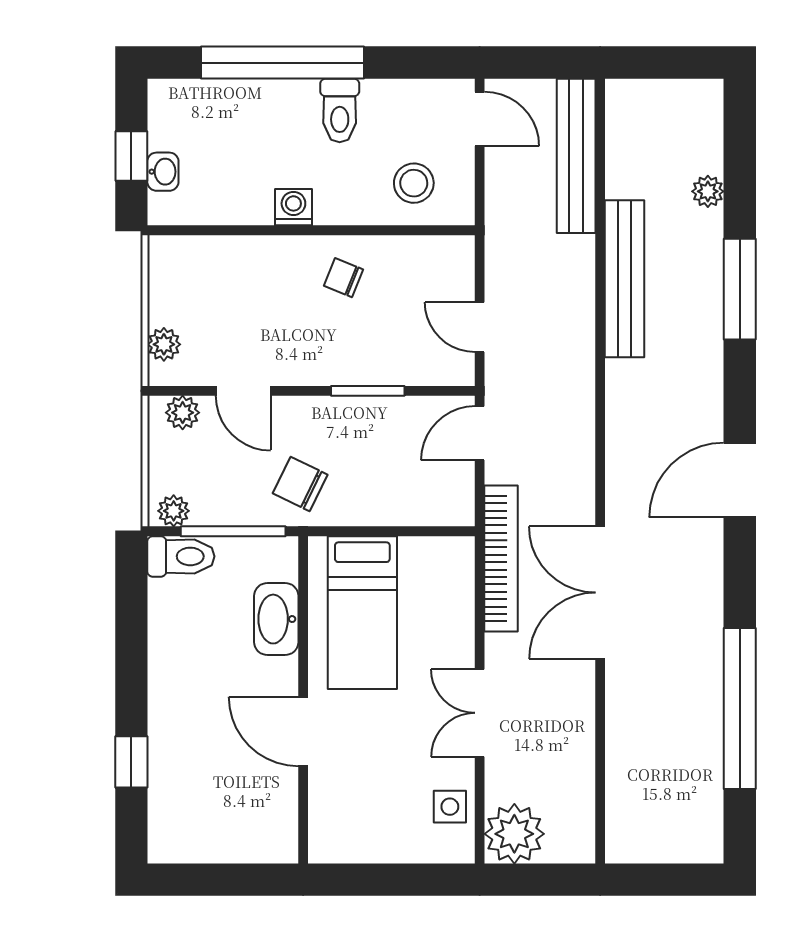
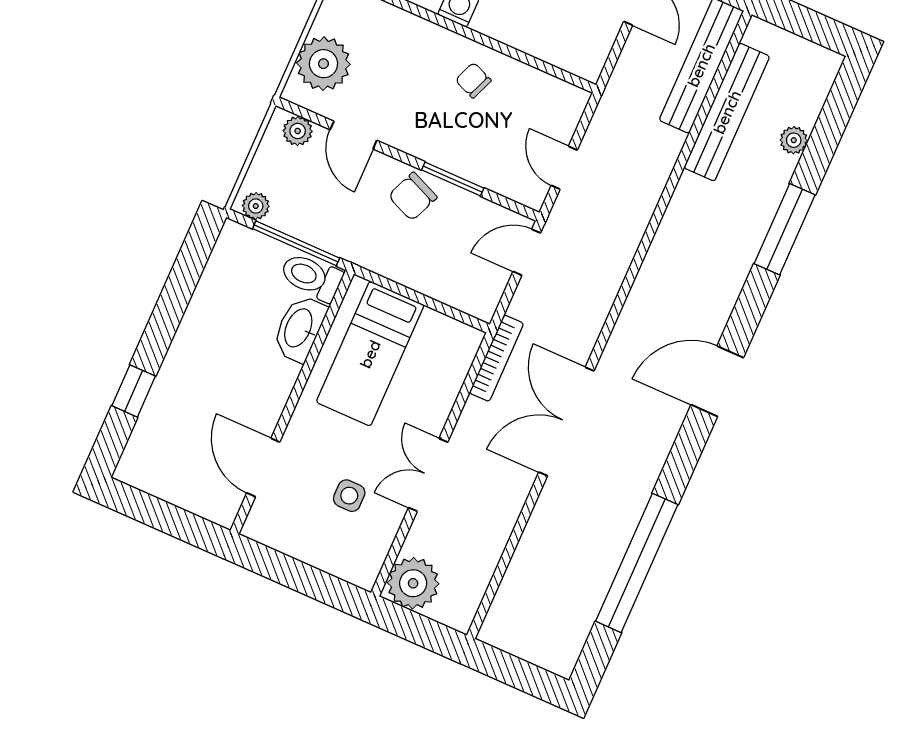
stool: (414, 183) -> (563, 30), removed
bench: (624, 279) -> (727, 112), moved
plant: (164, 344) -> (323, 64), width x1.88, depth x1.88
chair: (300, 484) -> (413, 196), moved, turned -93
toilet: (181, 556) -> (311, 277), moved, turned 180
bookcase: (501, 559) -> (496, 358), width x0.68, depth x0.76
door: (303, 732) -> (263, 467), moved
side table: (450, 807) -> (349, 496), moved

